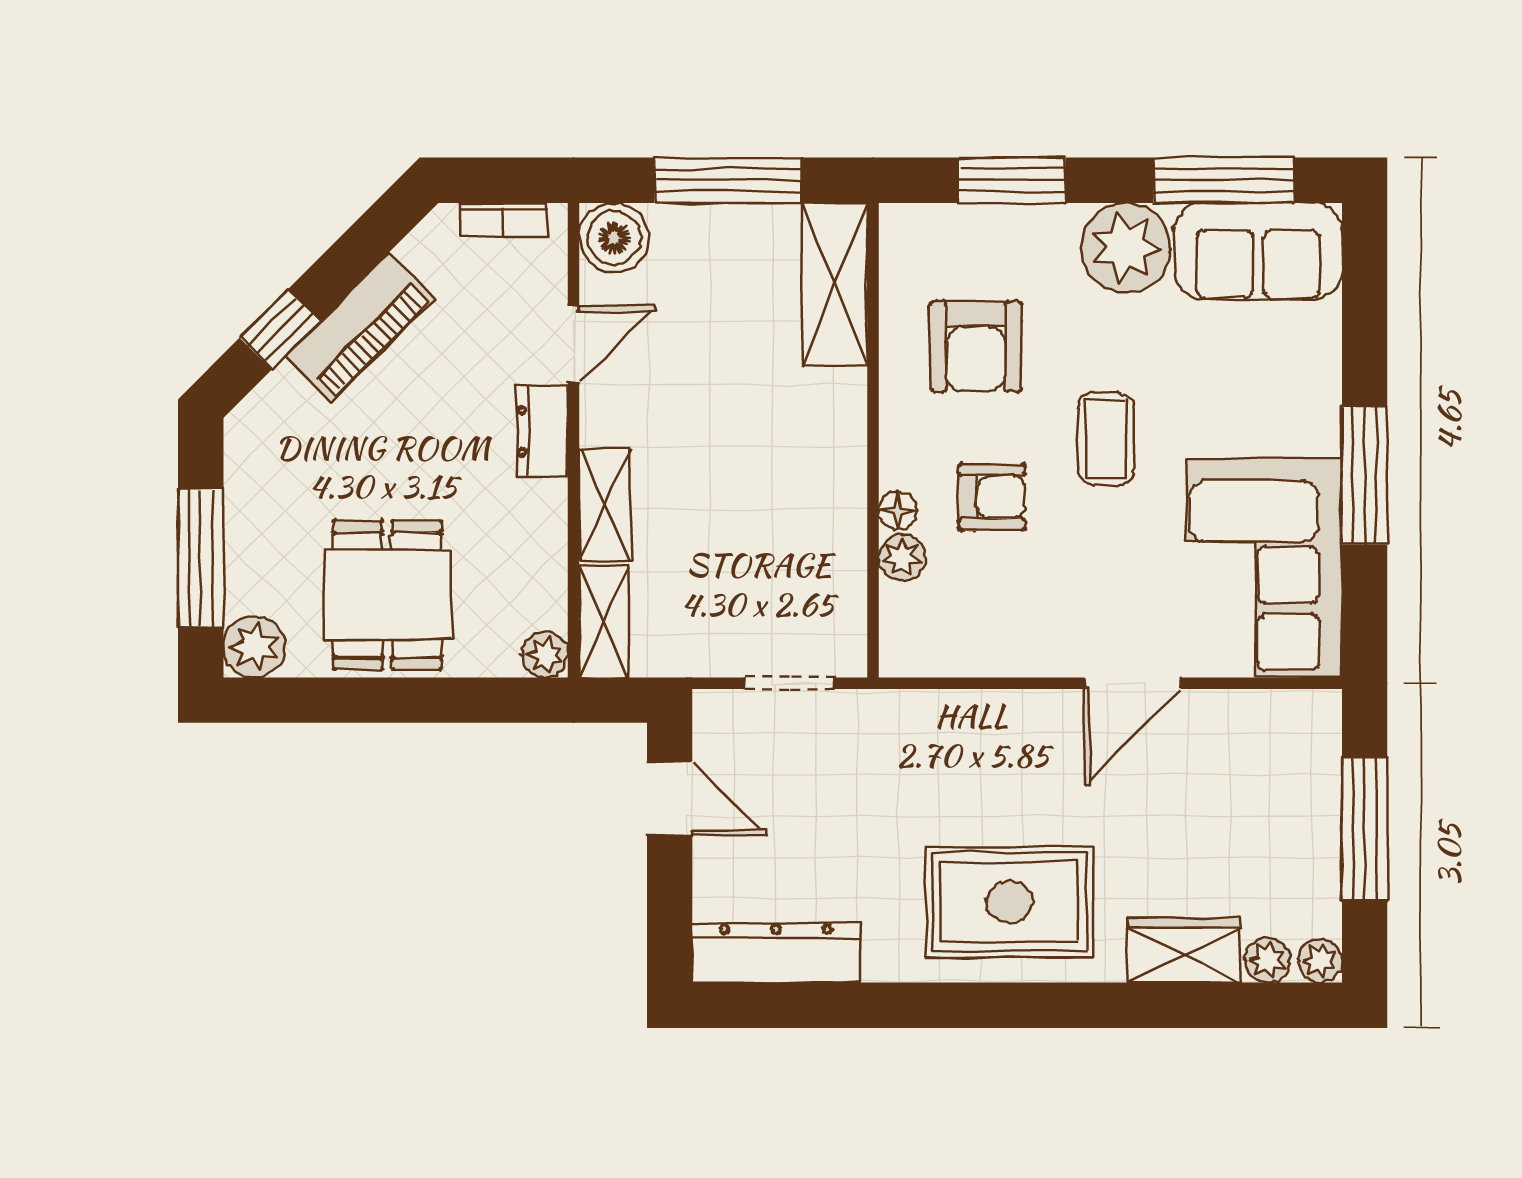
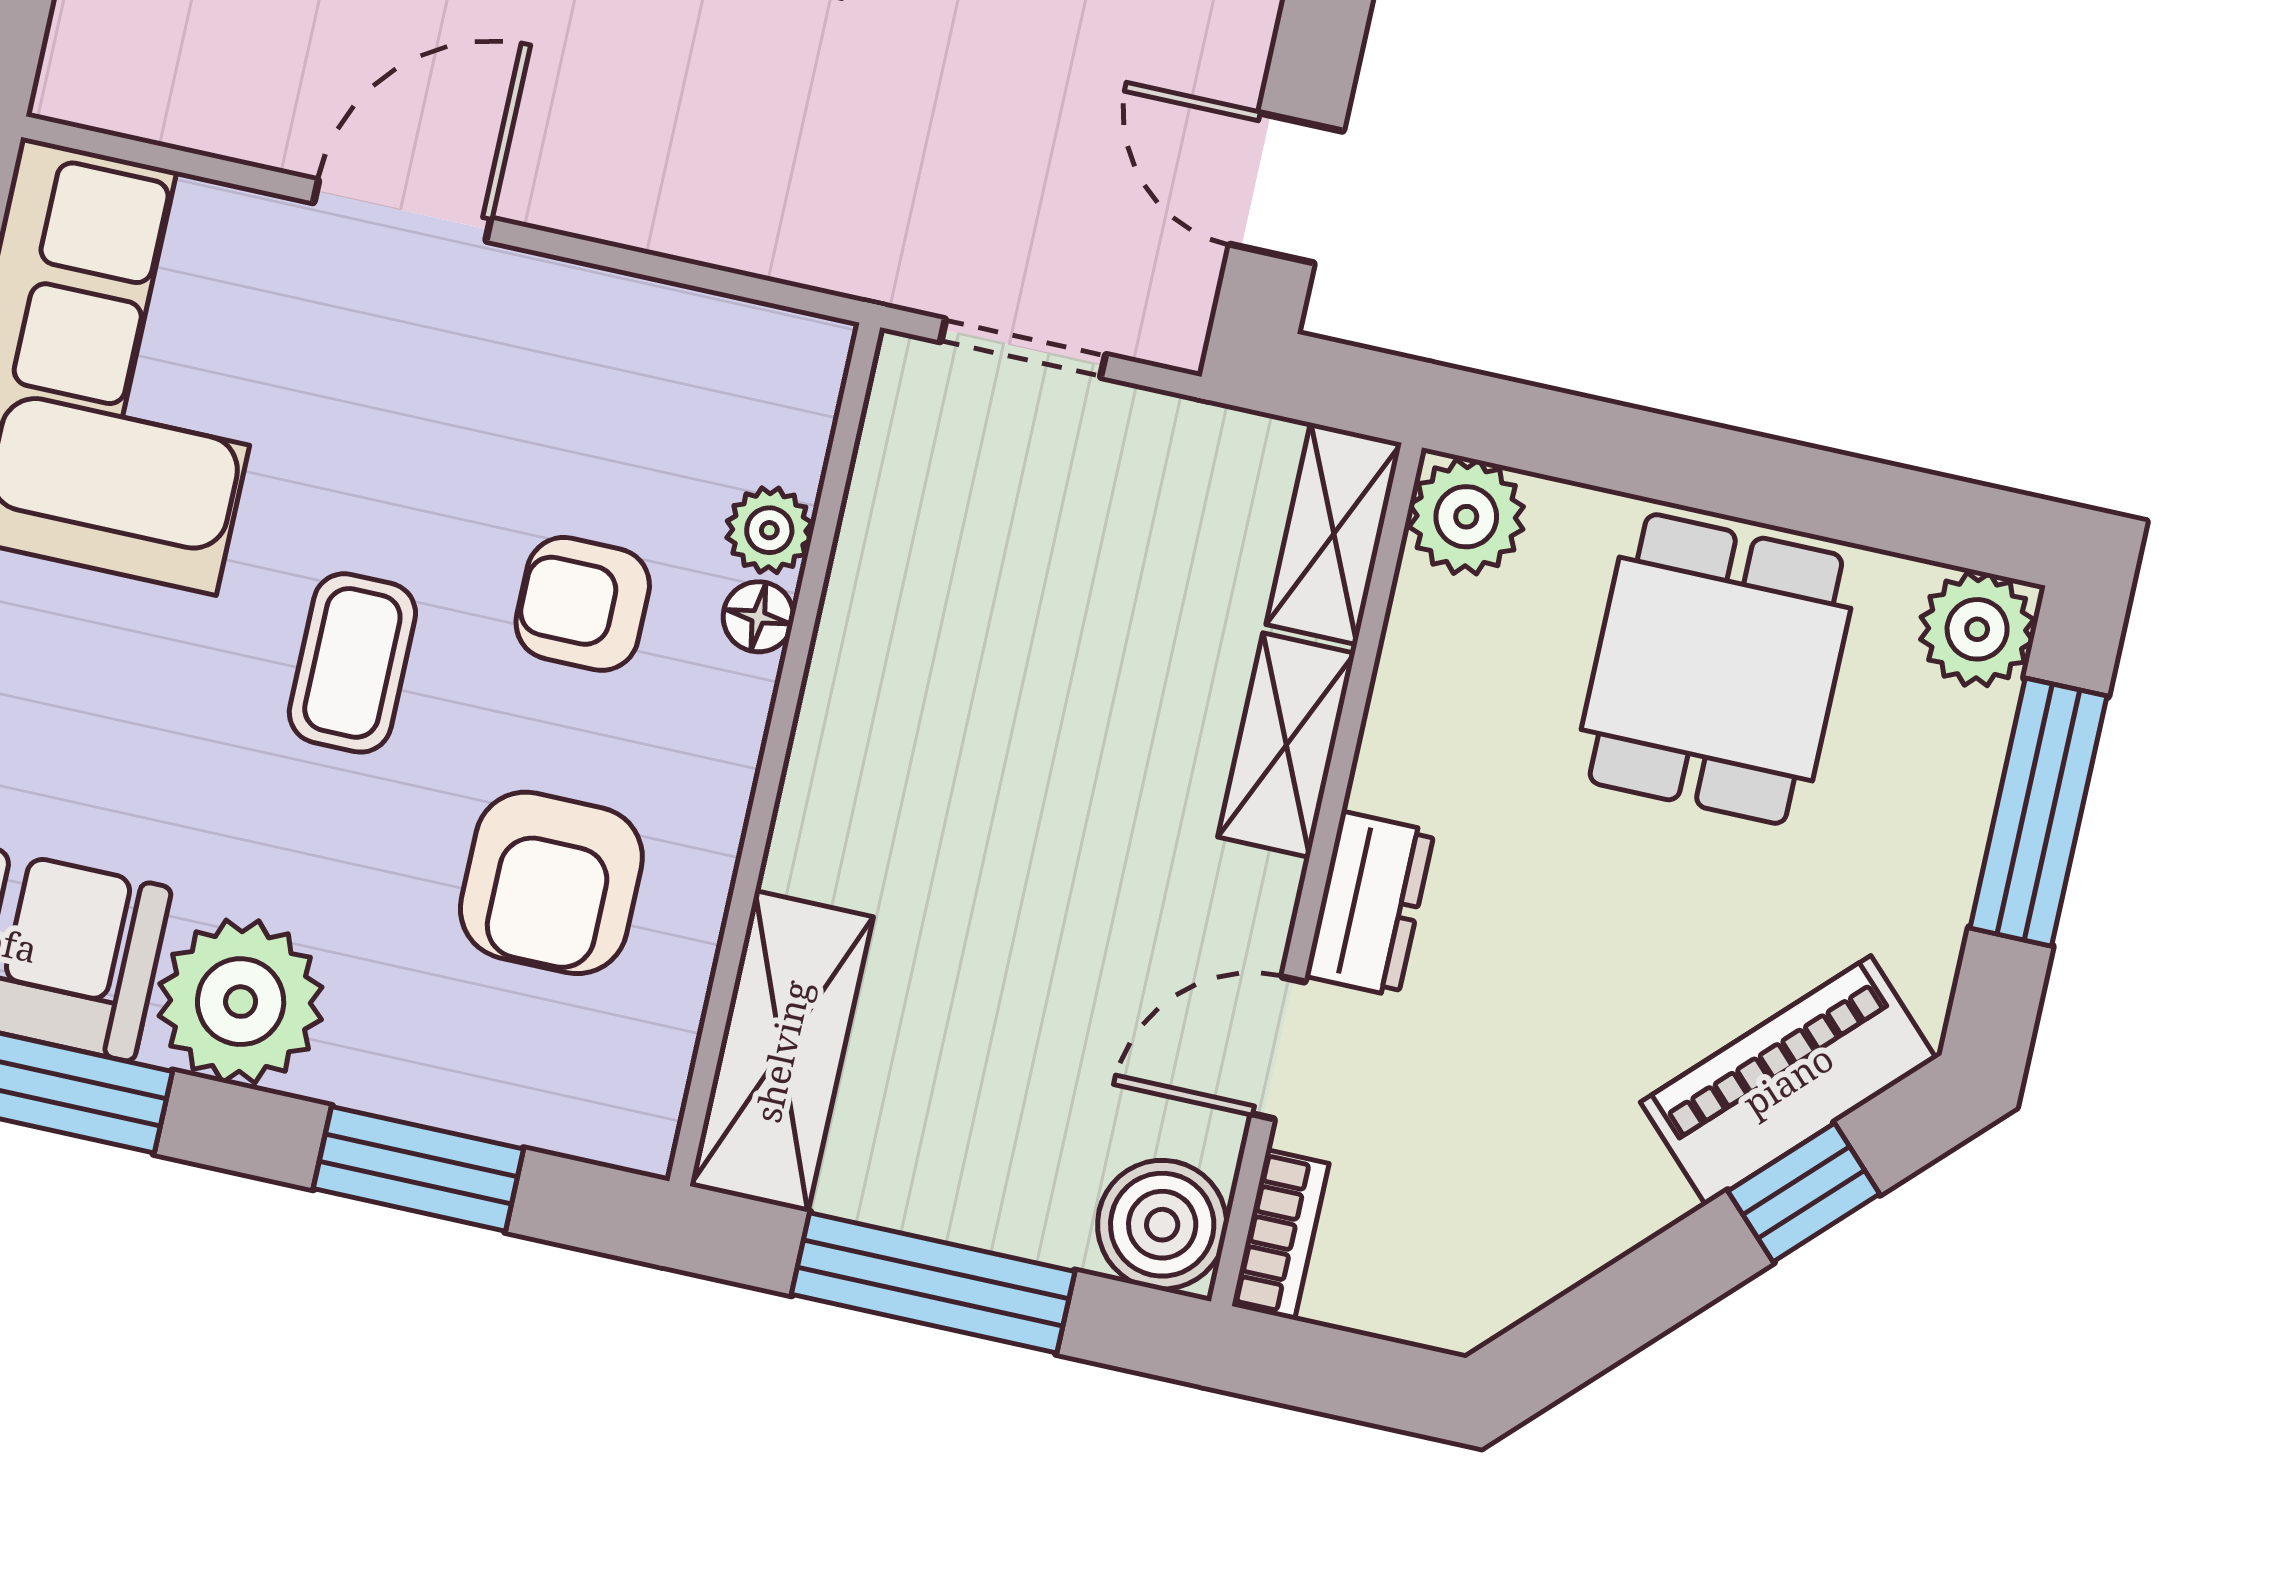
bookcase: (503, 220) -> (1280, 1235), moved, turned 90
piano: (360, 328) -> (1788, 1080), moved
armchair: (976, 346) -> (551, 883), turned 180
plant: (545, 655) -> (1466, 517), width x1.38, depth x1.38

